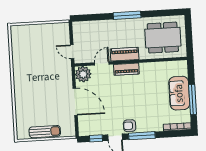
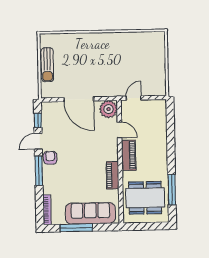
window: (127, 15) -> (172, 190), moved
dining table: (163, 38) -> (145, 198), turned 90
piano: (126, 69) -> (113, 175), moved
sofa: (179, 93) -> (90, 213), width x1.36
door: (75, 102) -> (79, 99), hinge flipped

